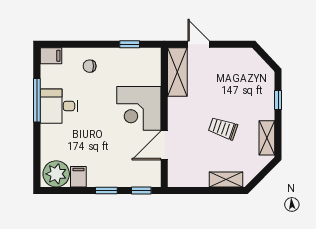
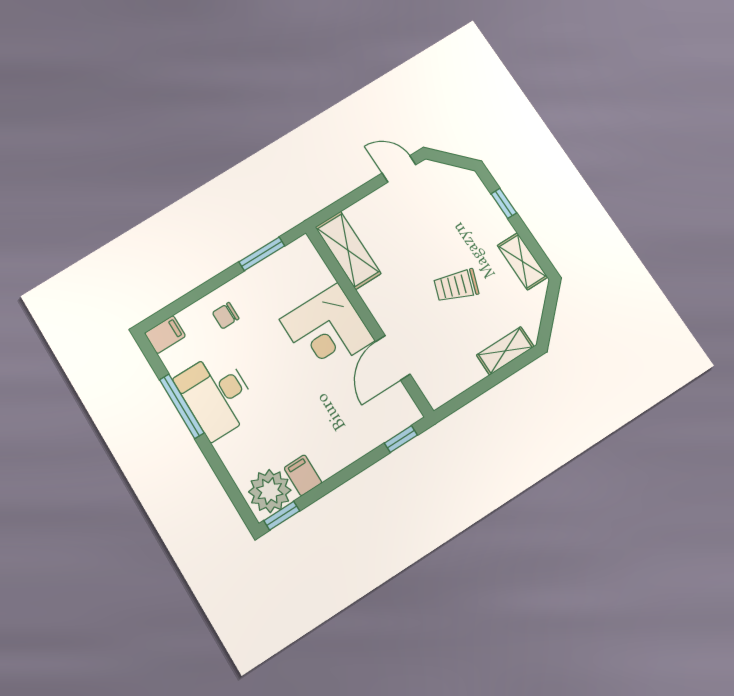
window: (130, 44) -> (262, 254), width x1.50
door: (199, 44) -> (399, 169), moved
desk: (59, 106) -> (217, 395), width x1.37
window: (106, 190) -> (282, 516), moved

